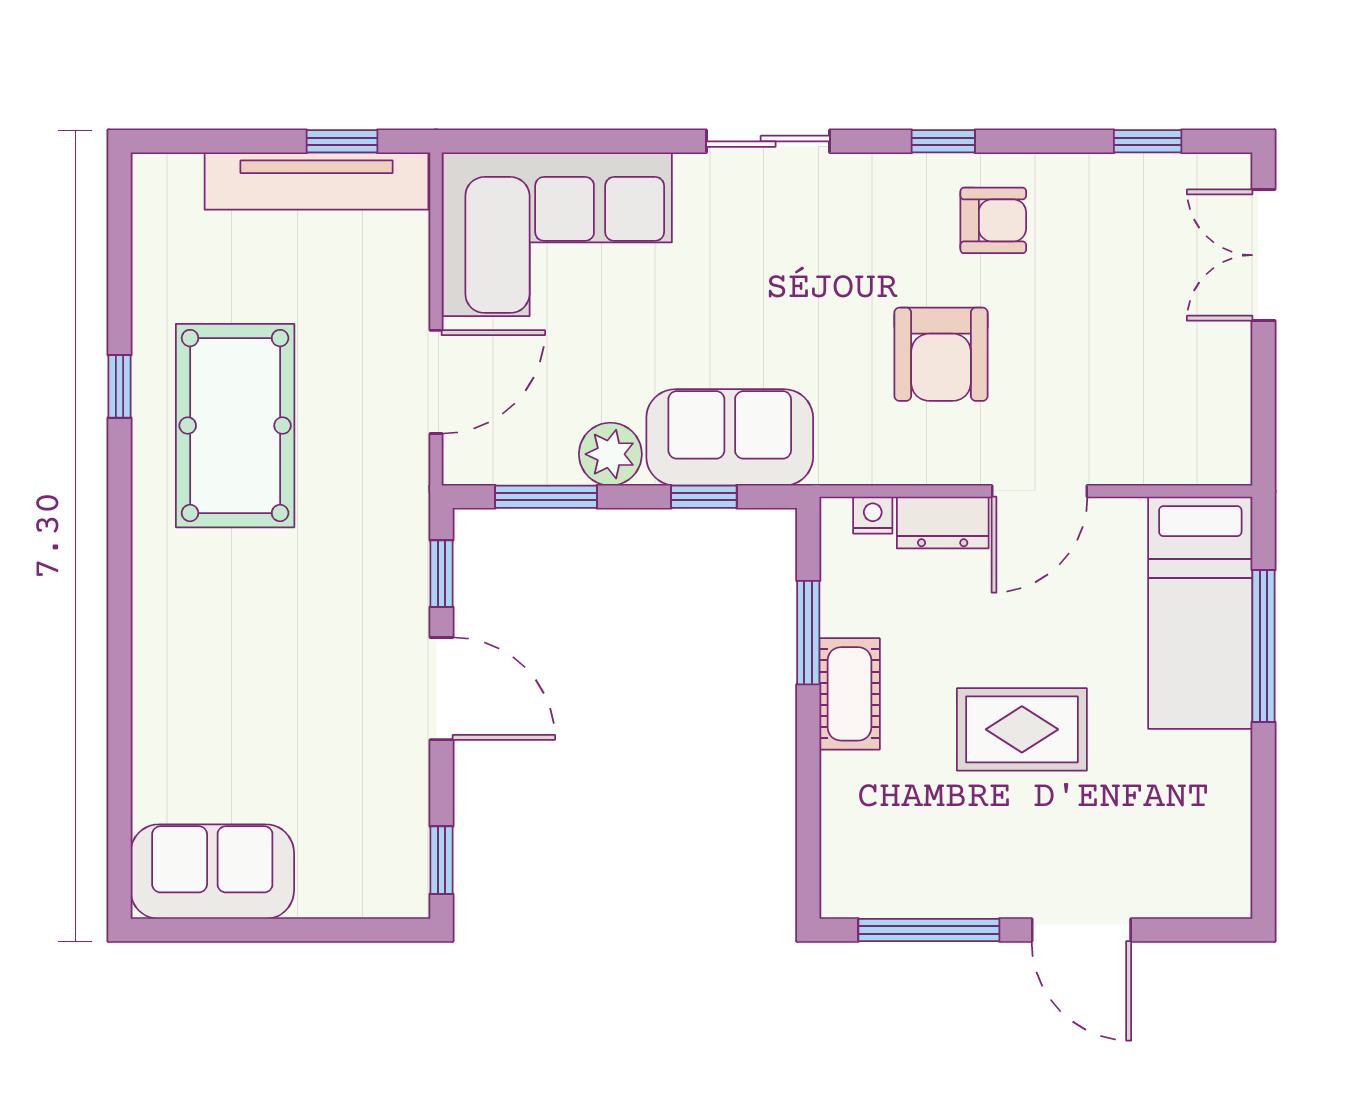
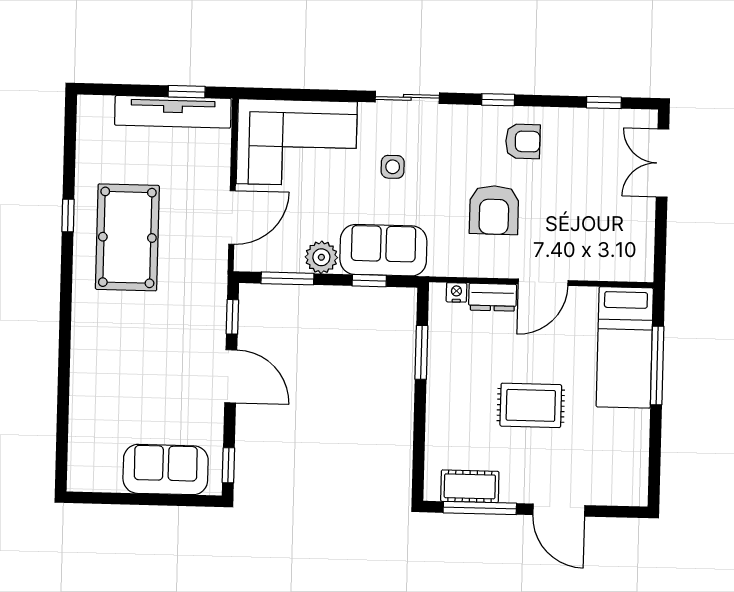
side table: (743, 276) -> (393, 167), added
cot: (850, 694) -> (470, 486), moved, turned 90
sofa: (212, 872) -> (166, 470), moved

